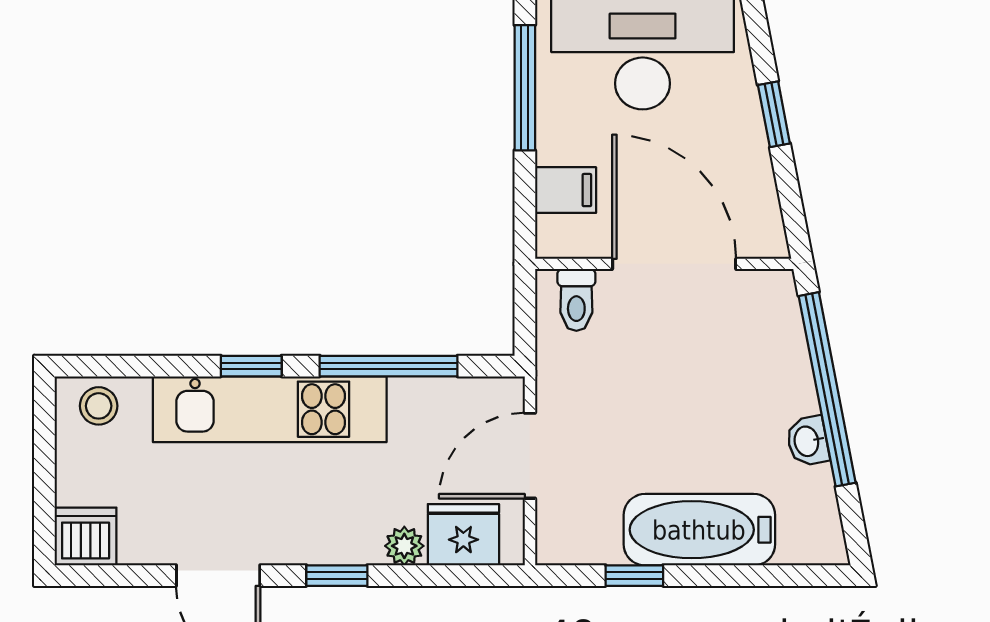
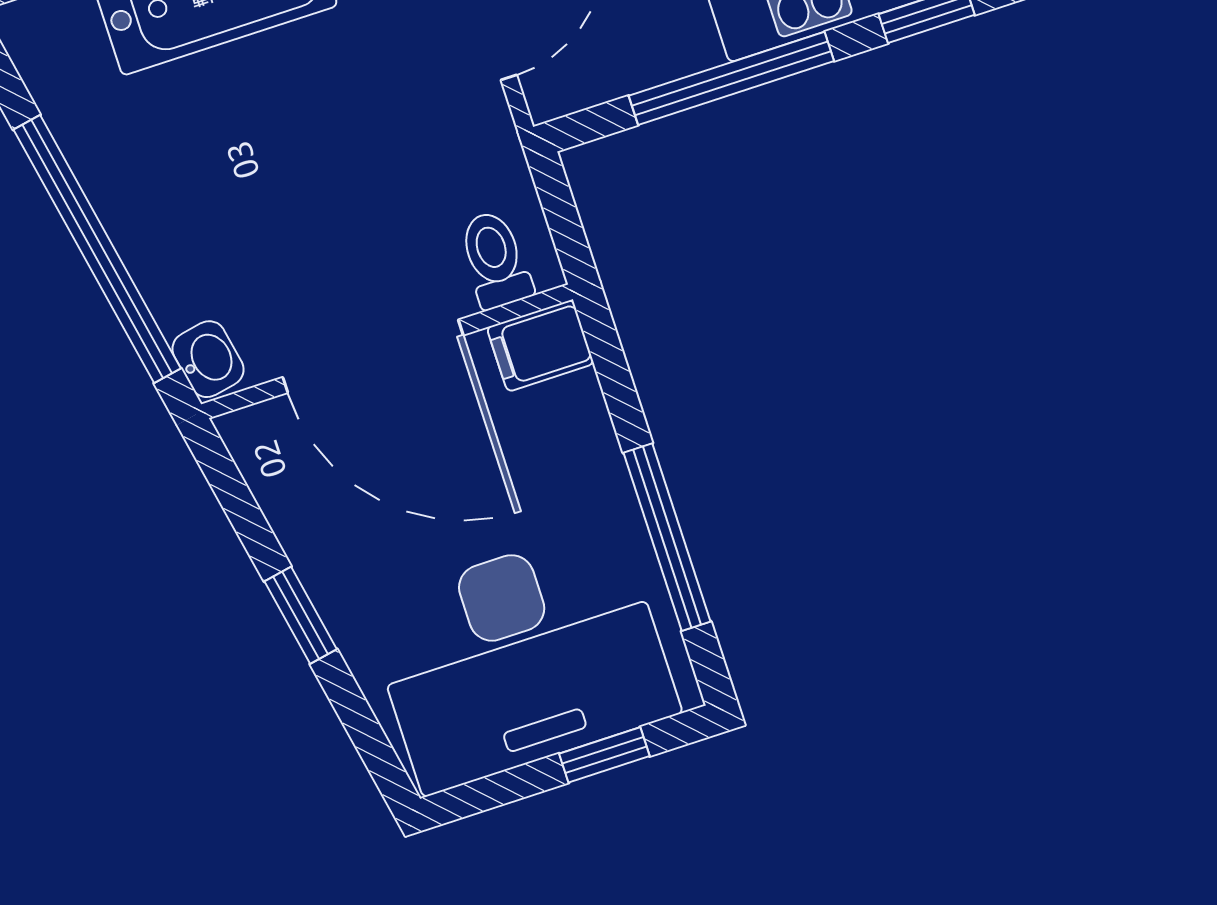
filing cabinet: (566, 190) -> (540, 346), moved
washbasin: (808, 441) -> (208, 359), moved

